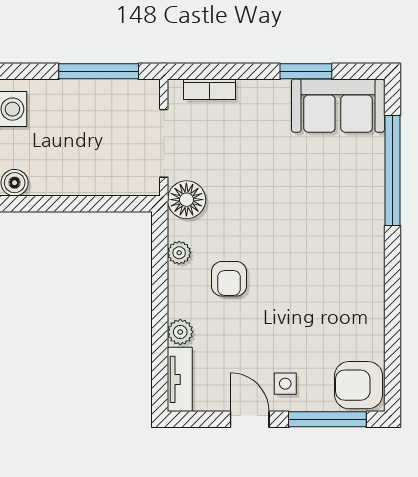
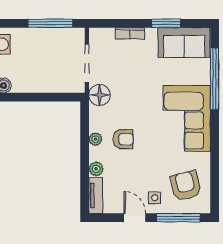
bookcase: (210, 89) -> (130, 33), moved
corner sofa: (343, 241) -> (187, 118), added
plant: (179, 253) -> (95, 139), moved
armchair: (229, 279) -> (123, 139), turned -90
armchair: (358, 385) -> (186, 186), moved, turned 76

